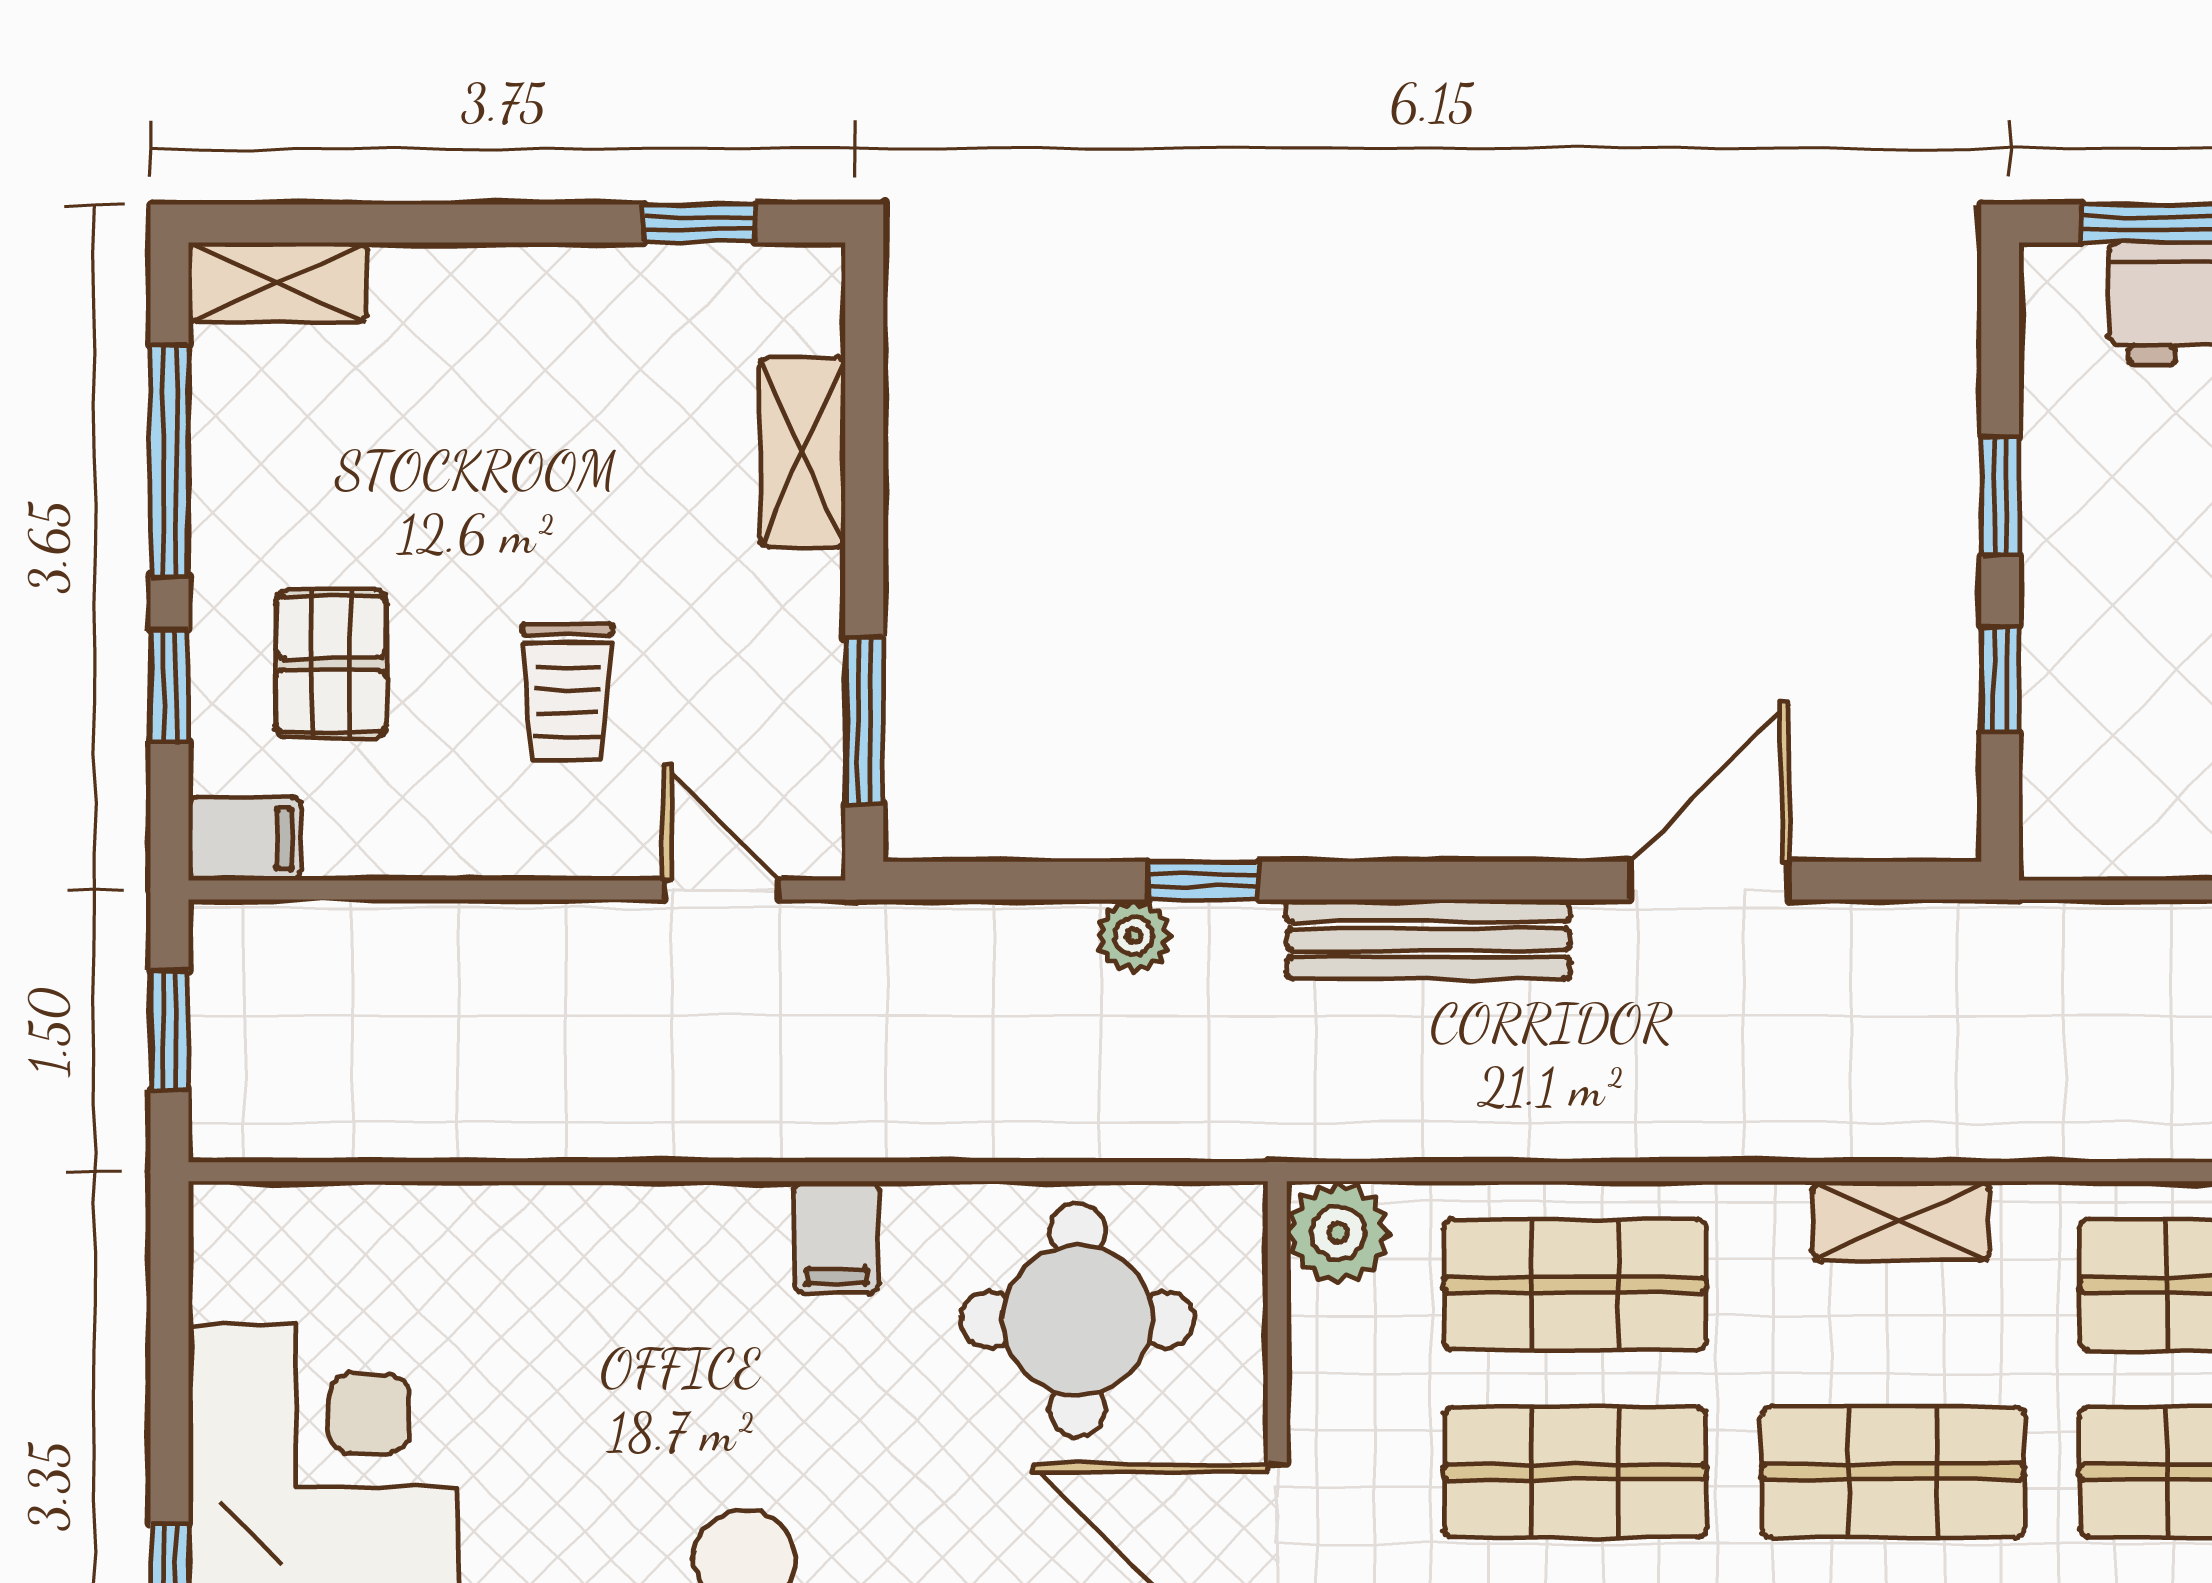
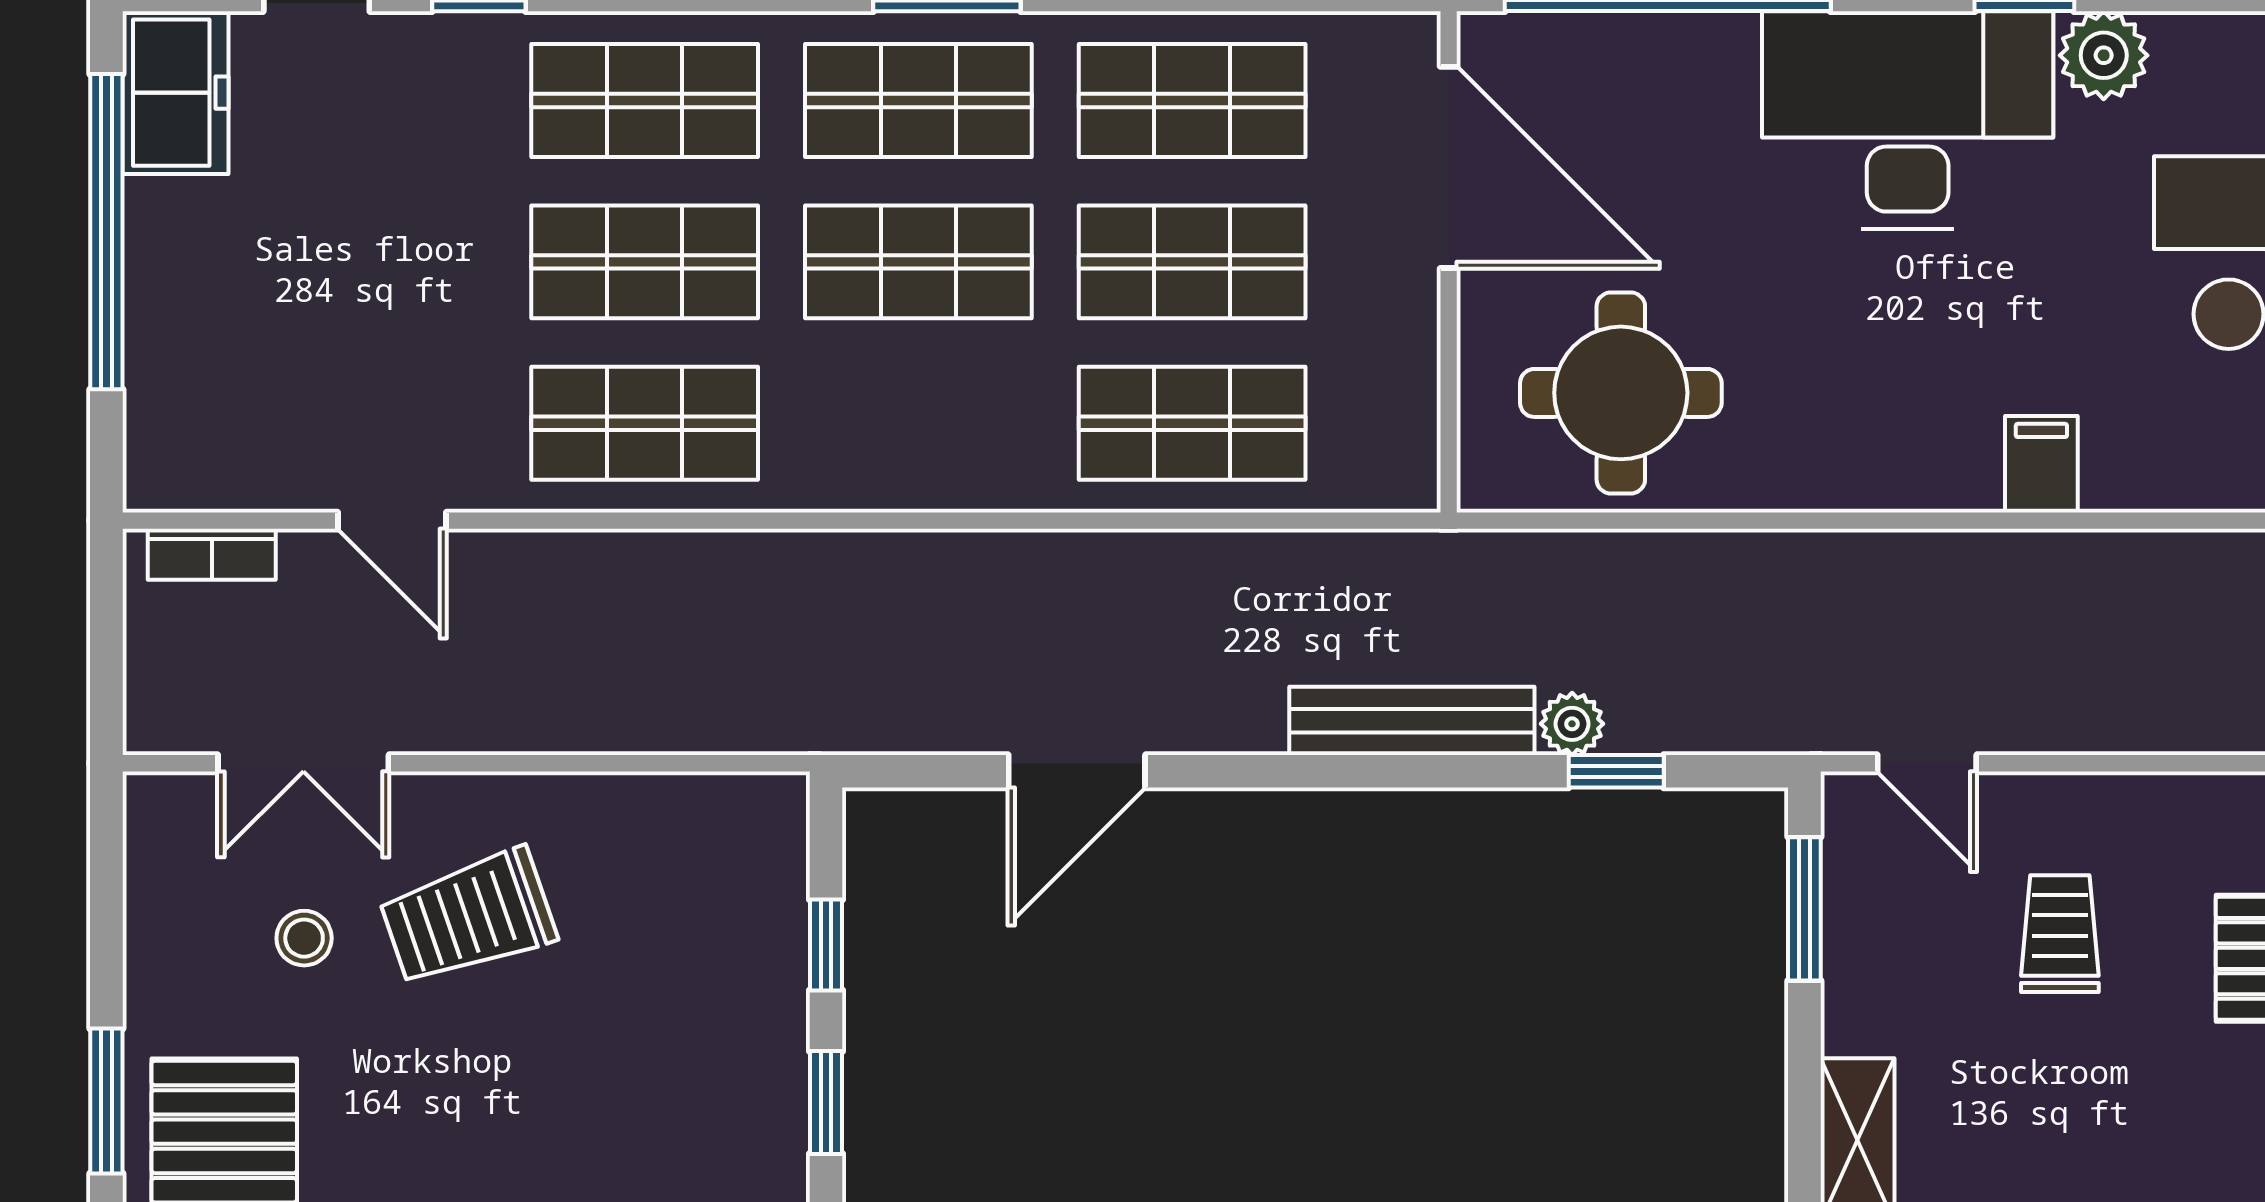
window: (1203, 881) -> (1616, 771), moved
bench: (1428, 939) -> (1412, 721), moved
shelving: (1900, 1221) -> (912, 478), removed
plant: (1338, 1233) -> (1396, 468), removed
filing cabinet: (836, 1237) -> (2041, 464), moved

